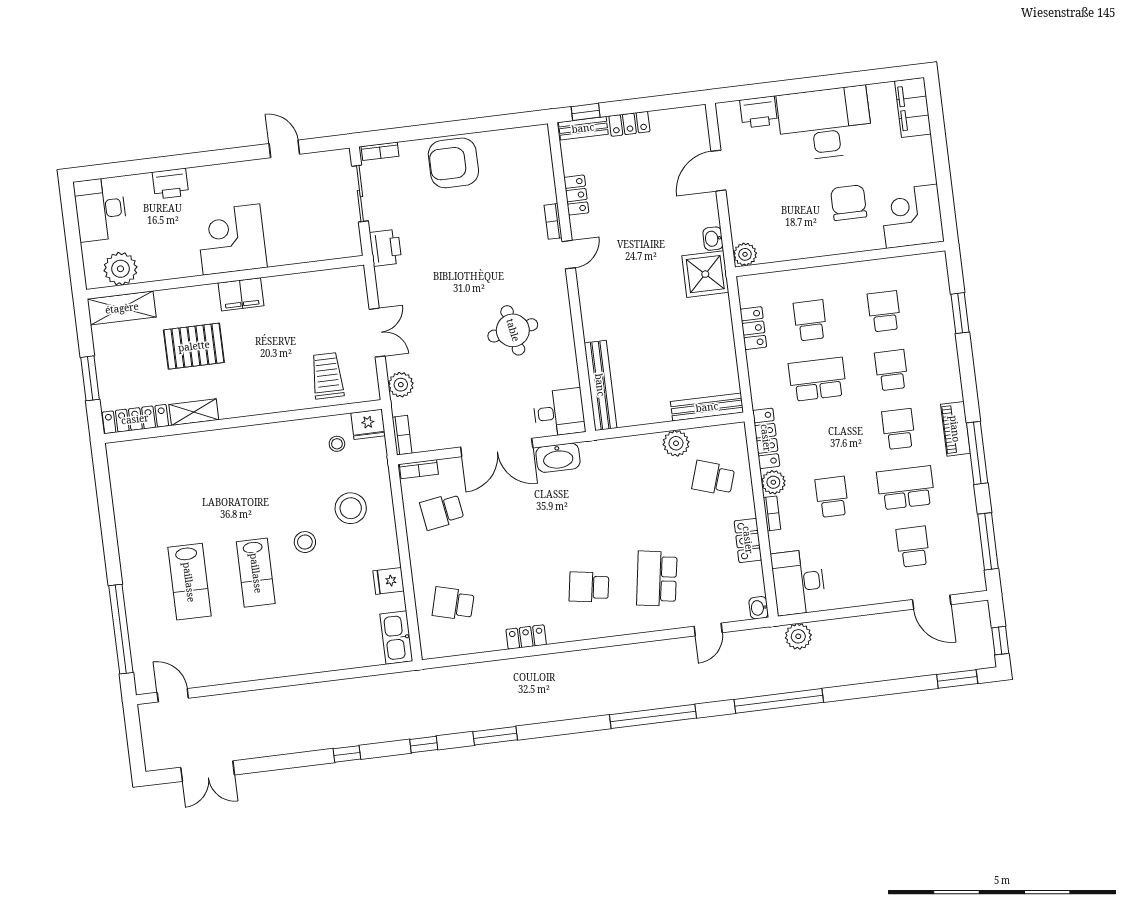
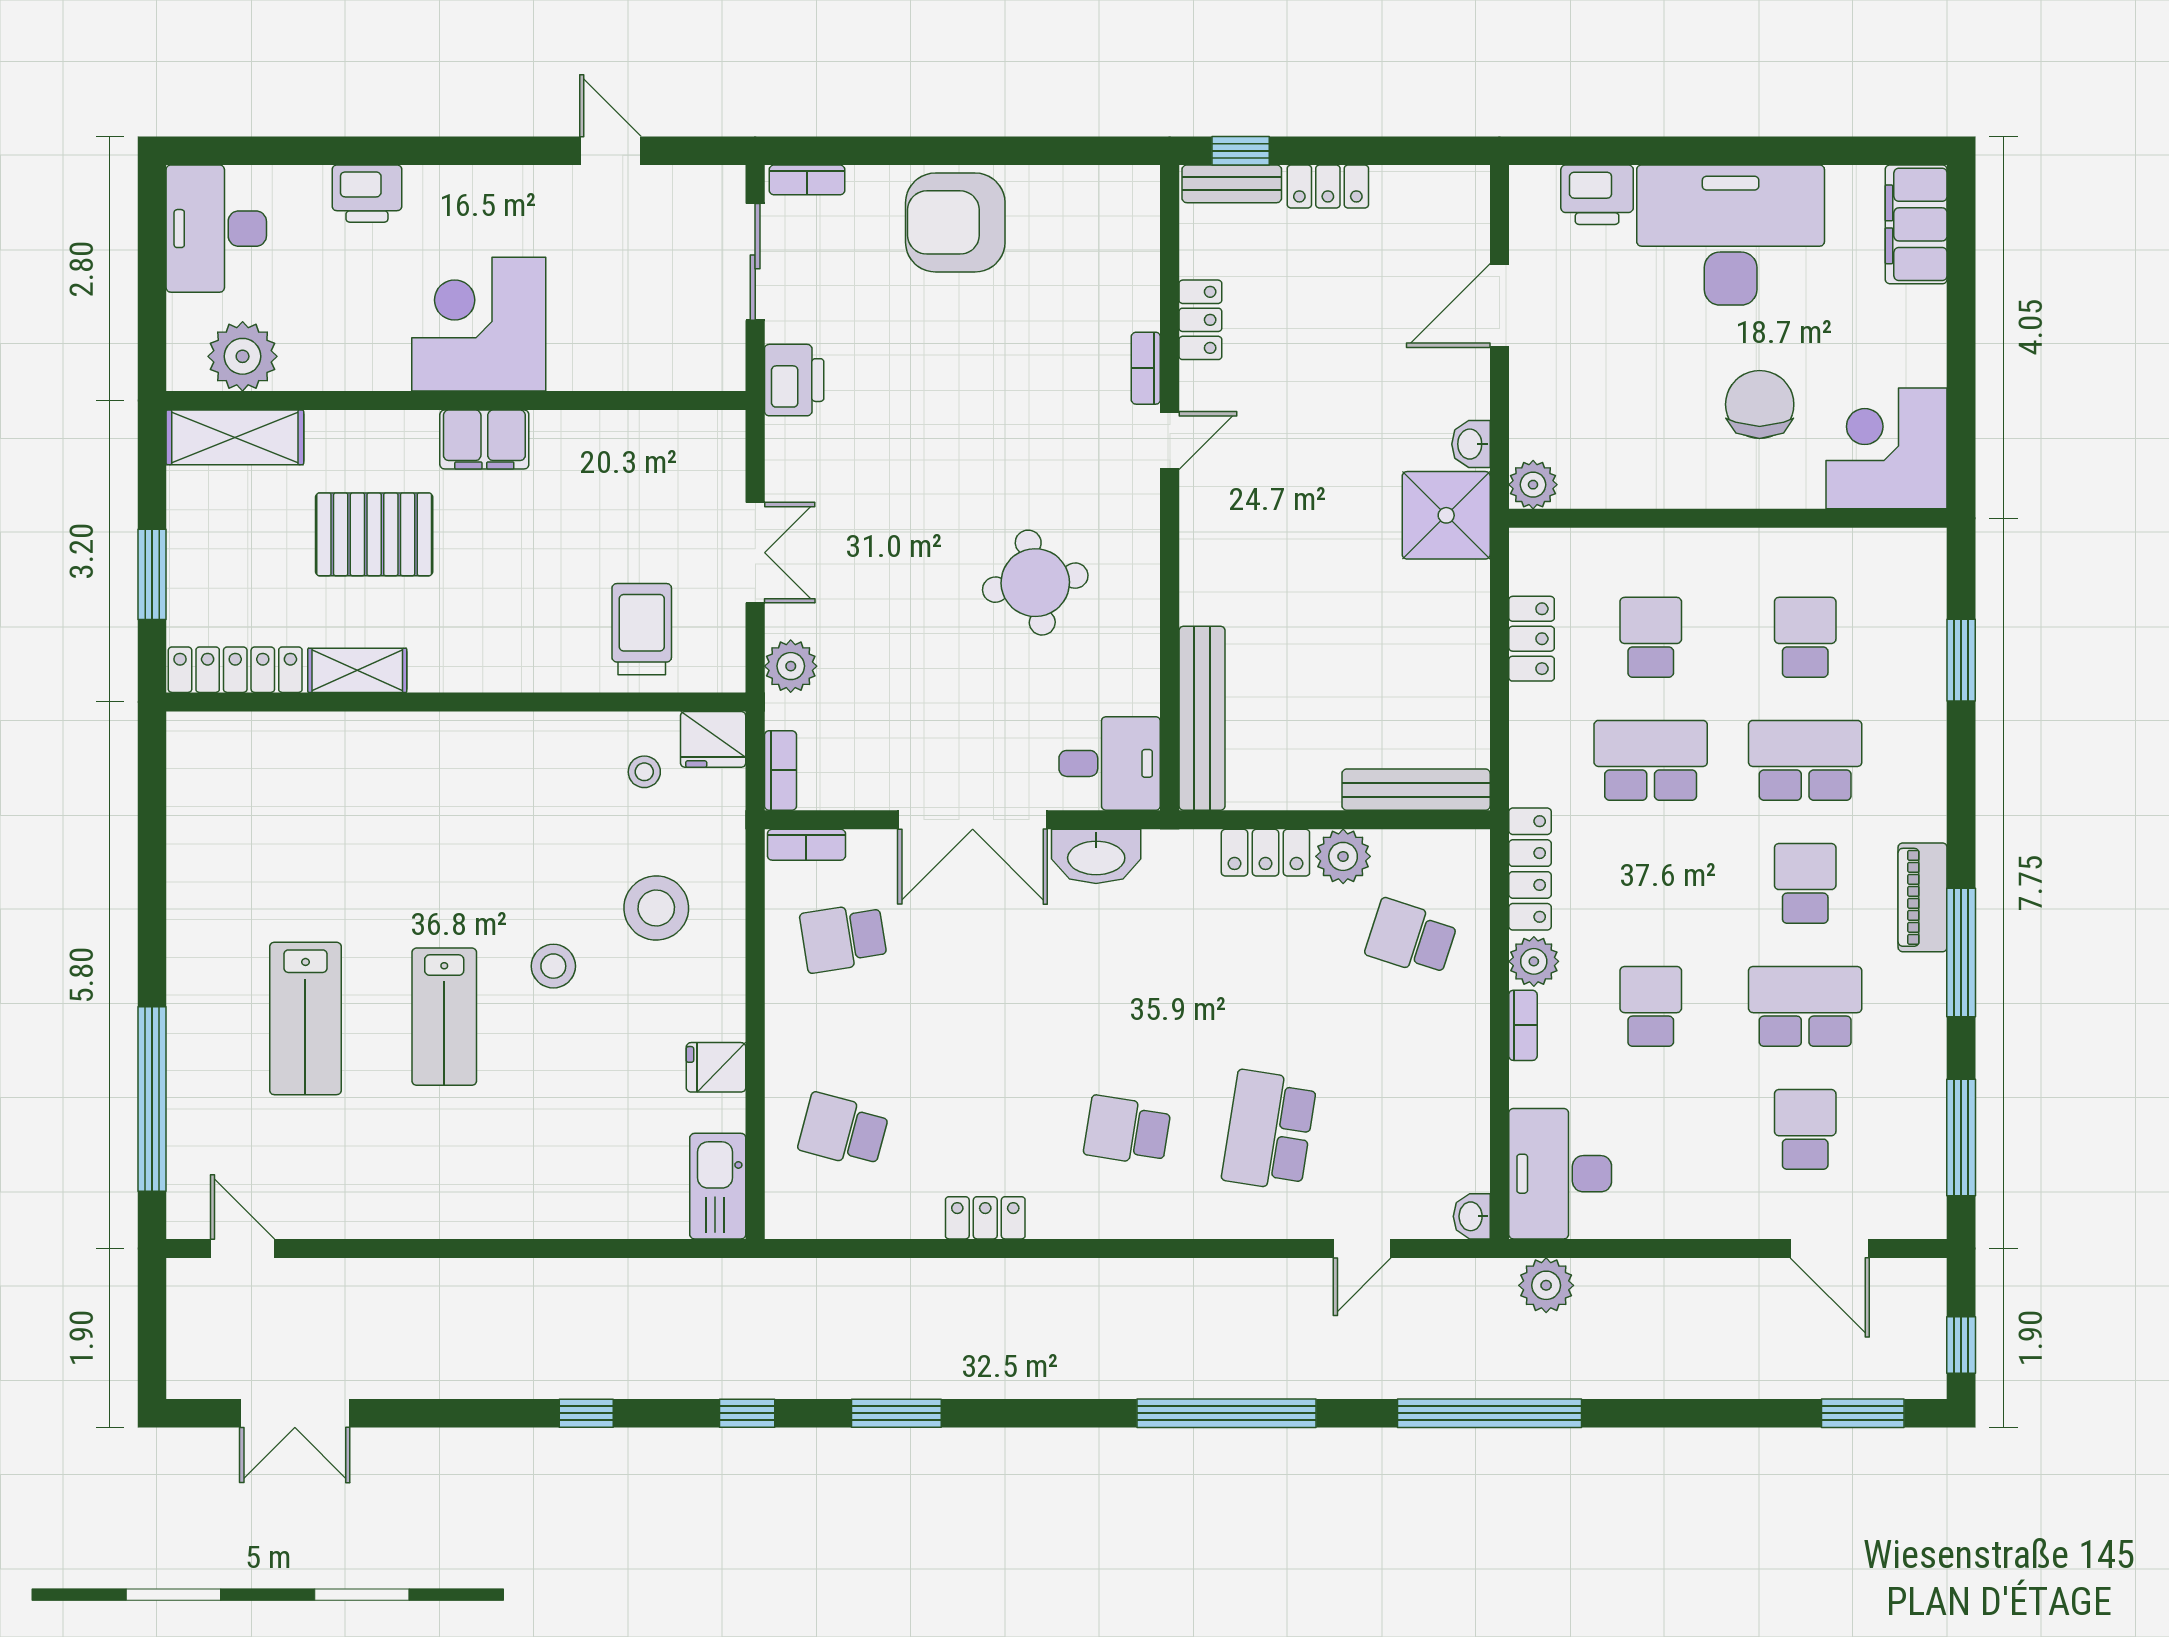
school desk: (891, 370) -> (1805, 760), width x1.85
locker: (748, 540) -> (1265, 853), moved, turned -90

